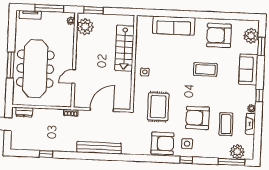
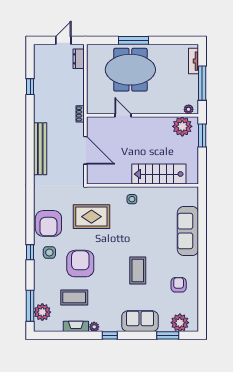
armchair: (219, 35) -> (179, 285), width x0.53, depth x0.53
meeting table: (35, 69) -> (130, 70), width x0.73

